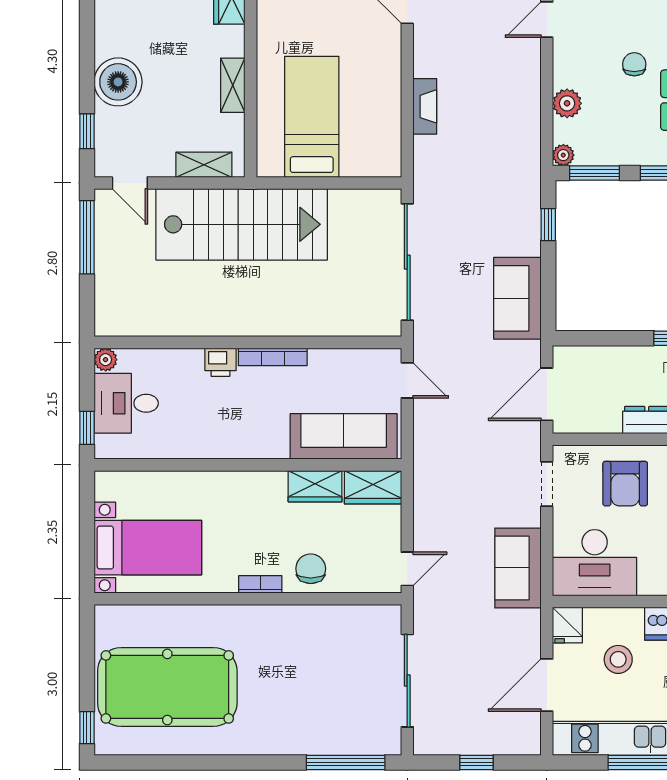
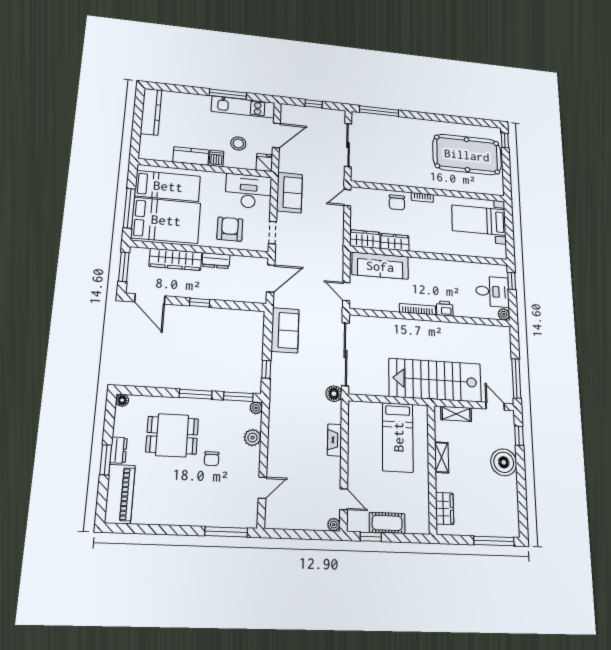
floor lamp: (427, 188) -> (334, 394), added

